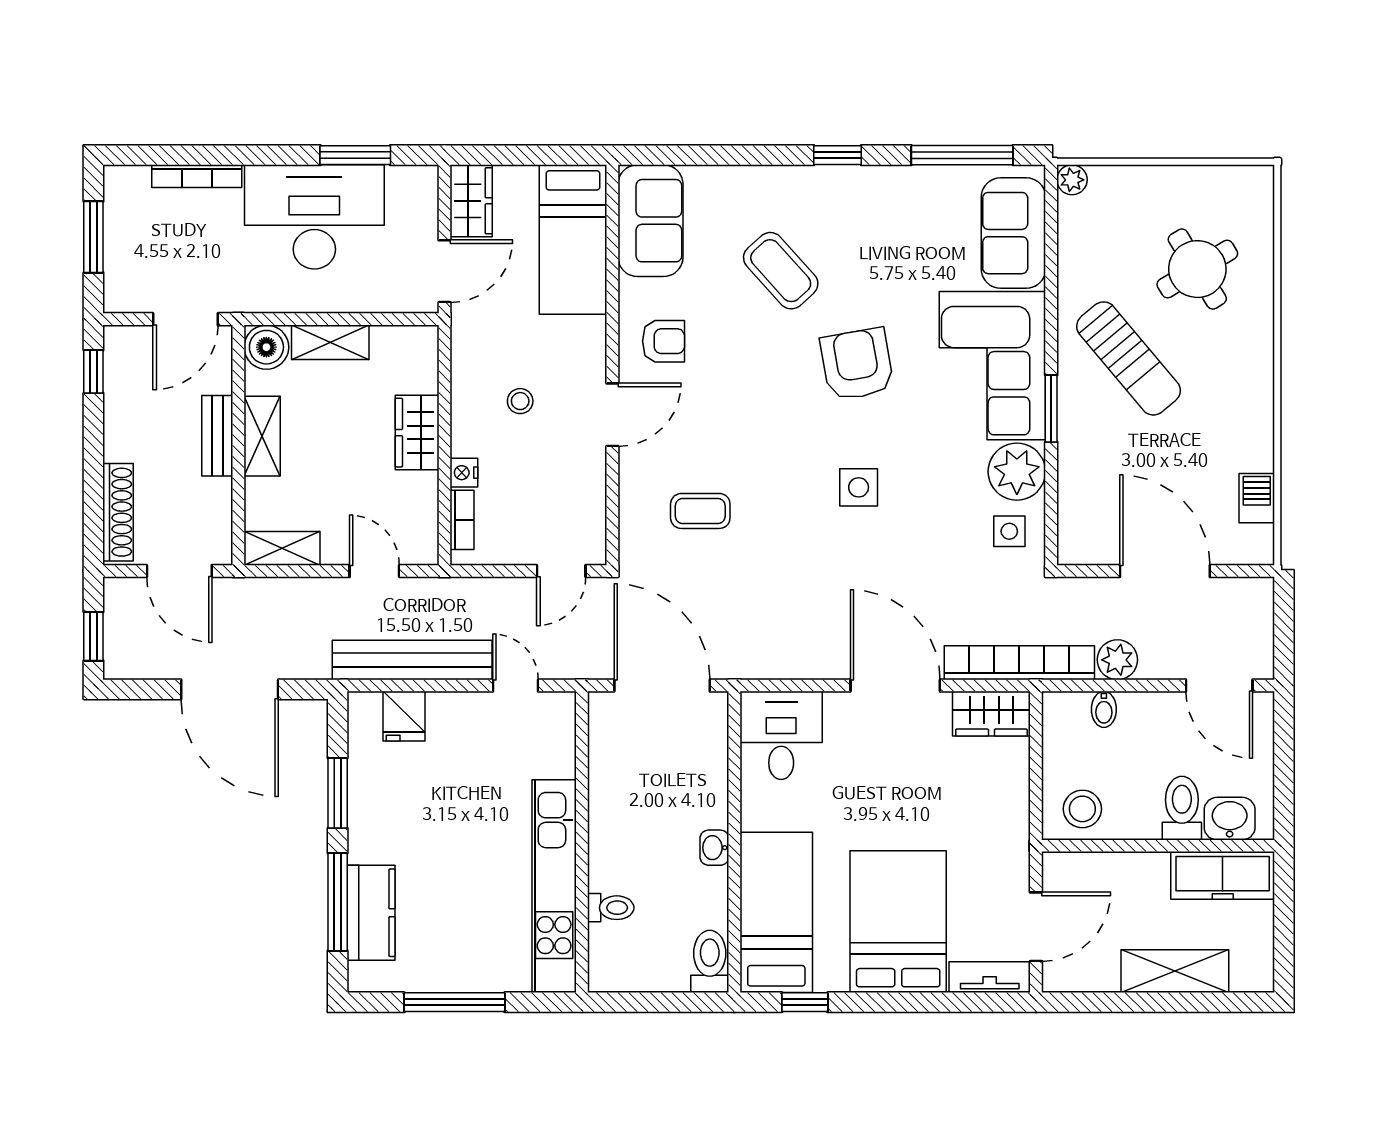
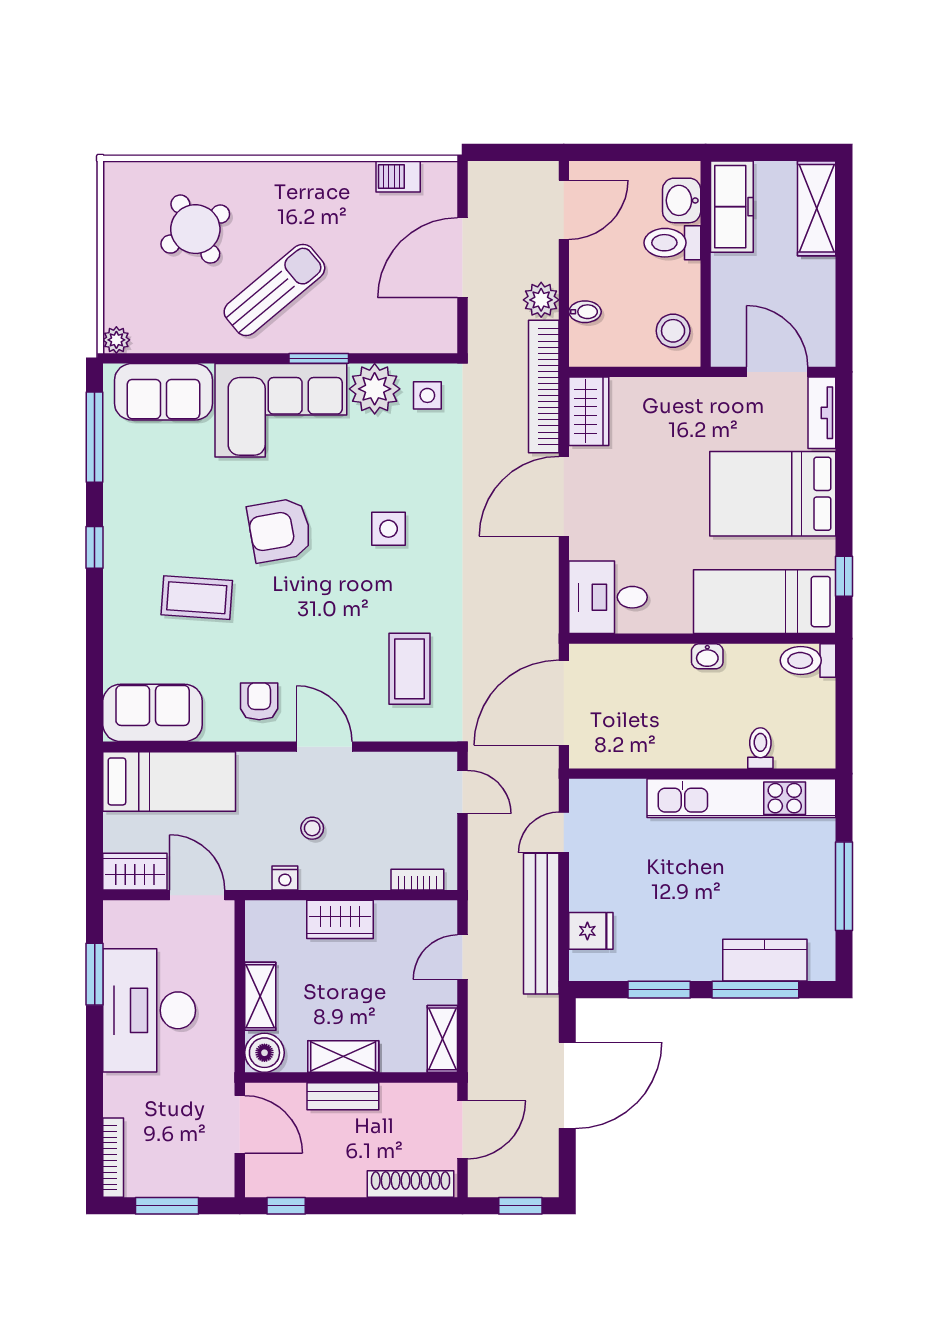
bookcase: (197, 176) -> (113, 1158), moved
coffee table: (781, 271) -> (197, 598), turned 46
nightstand: (464, 473) -> (285, 878), moved
coffee table: (700, 511) -> (409, 669), width x1.36, depth x1.30
shelving: (1175, 971) -> (817, 208), moved

